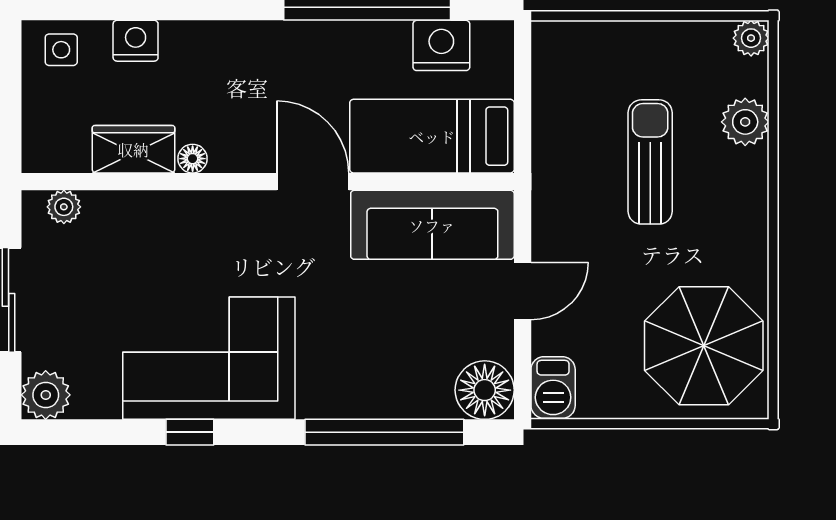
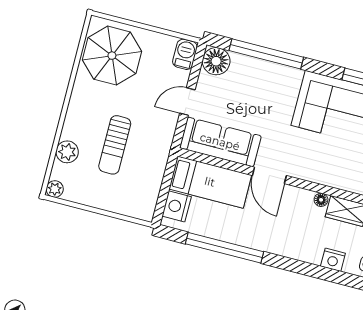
nightstand: (441, 45) -> (177, 206), moved, turned 90

